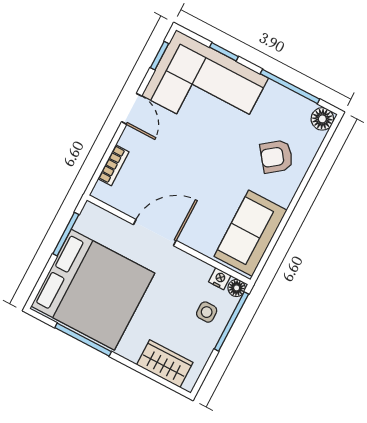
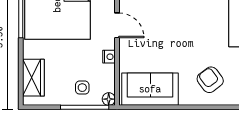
door: (155, 233) -> (117, 25), width x0.73
nightstand: (220, 279) -> (109, 57), moved

